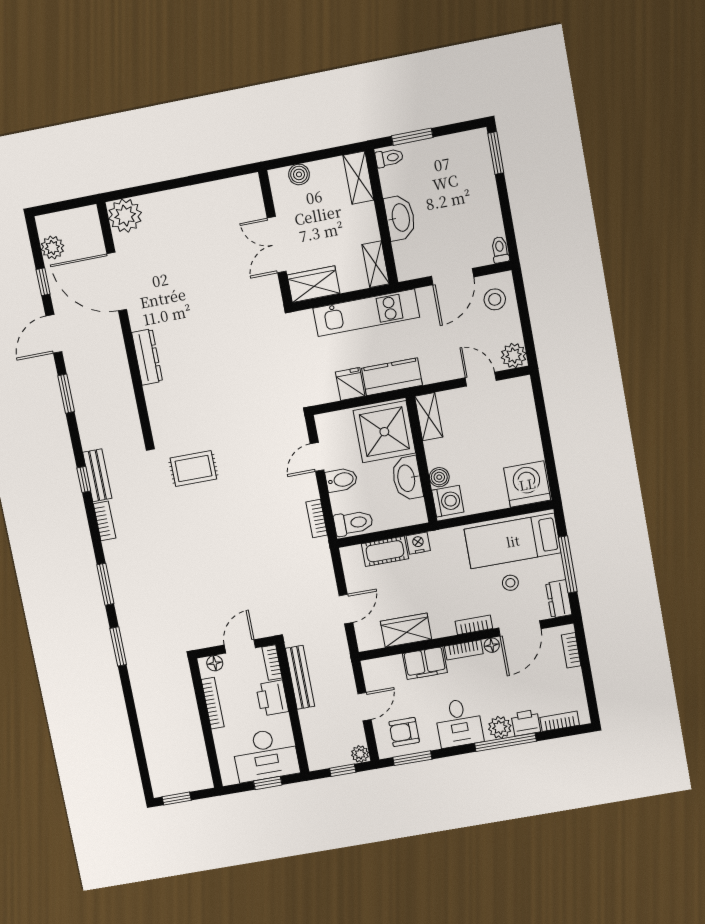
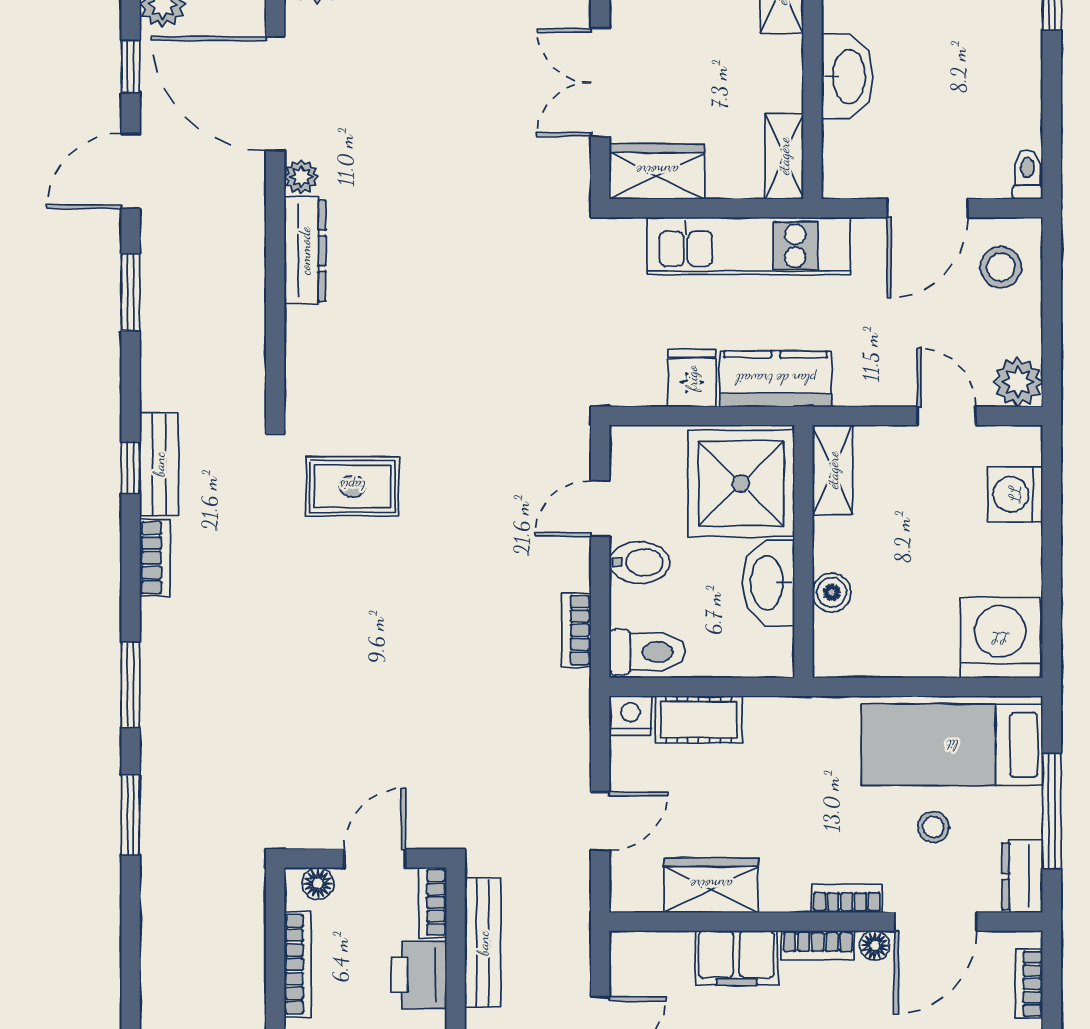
plant: (138, 321) -> (301, 177), added
washing machine: (448, 501) -> (1015, 494), moved, turned 180
nightstand: (418, 543) -> (630, 715), moved

